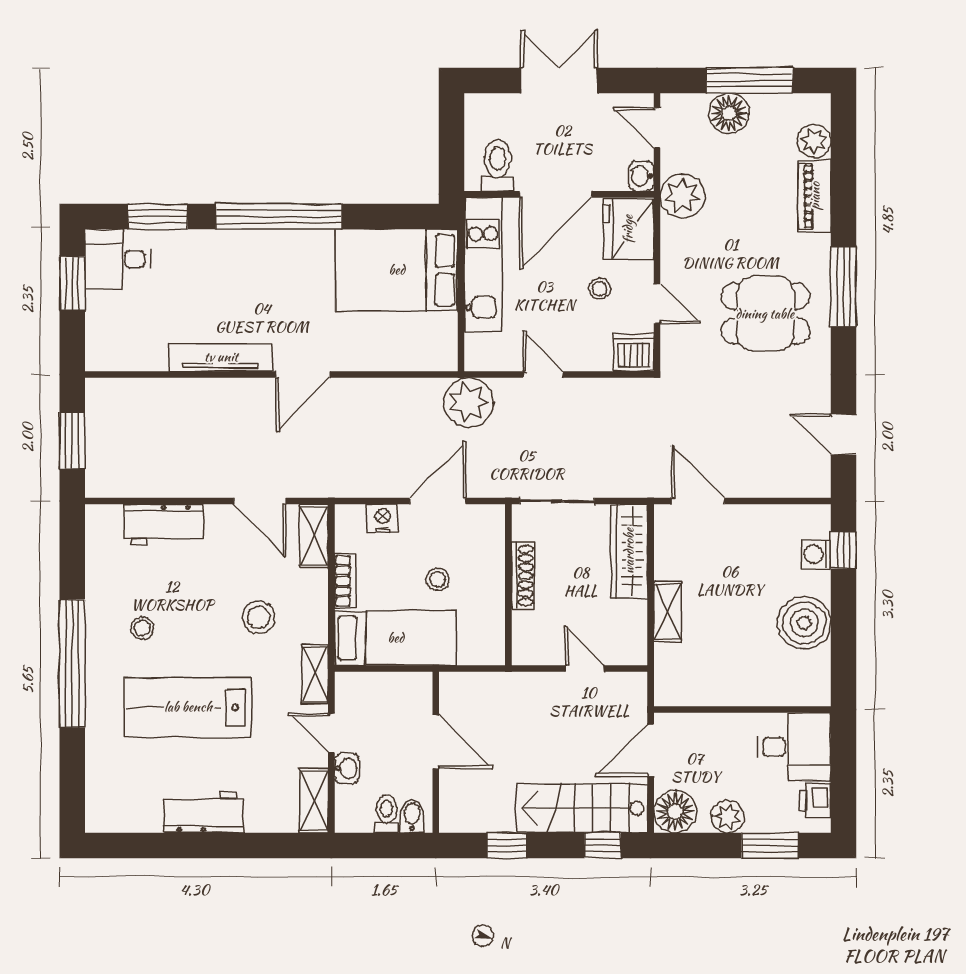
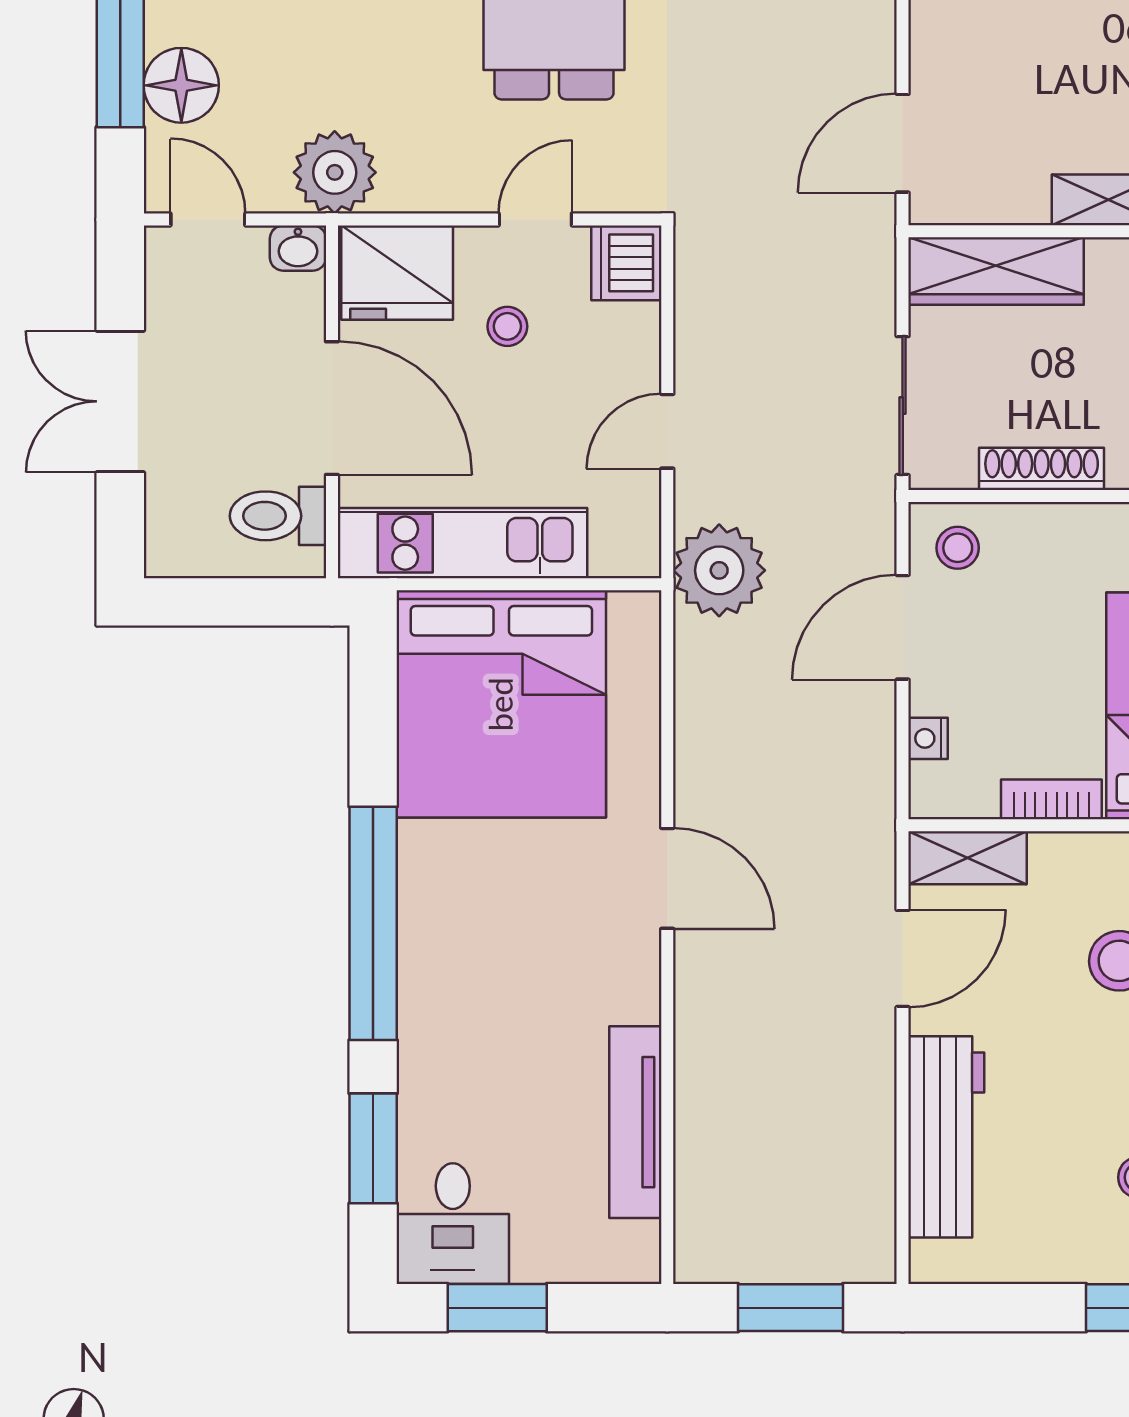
door: (657, 128) -> (208, 219), swing flipped
bed: (397, 270) -> (501, 704), width x1.36
tv unit: (221, 357) -> (635, 1122), moved
door: (438, 501) -> (903, 627), hinge flipped
nightstand: (382, 518) -> (928, 738), width x0.72, depth x0.74
workbench: (164, 524) -> (946, 1137), width x1.38
stool: (438, 579) -> (958, 548), moved

